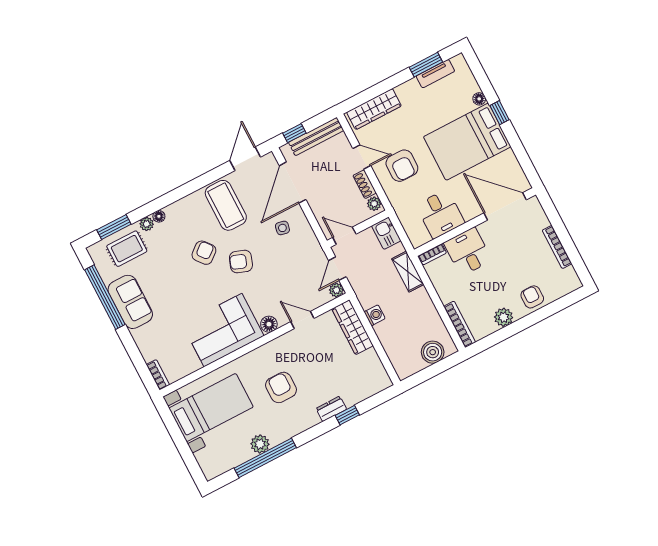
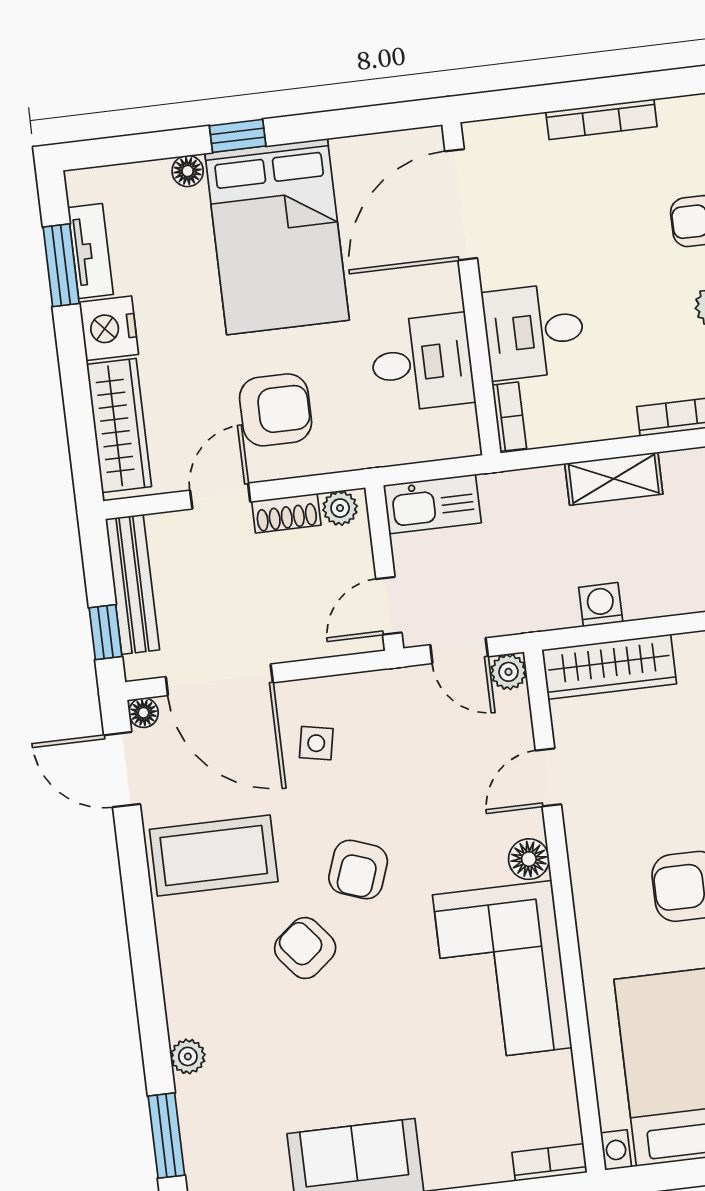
nightstand: (409, 91) -> (109, 328), added
floor lamp: (159, 216) -> (144, 713), moved
kitchen sink: (386, 233) -> (432, 504), width x1.38
rug: (127, 249) -> (228, 1124), removed
shelving: (408, 272) -> (614, 479), moved

